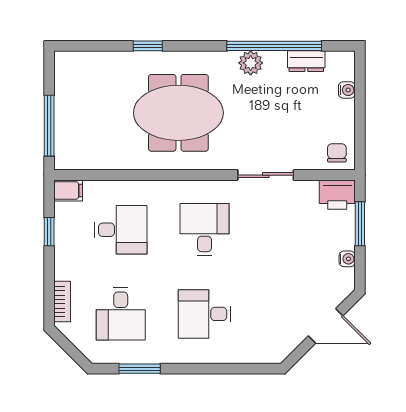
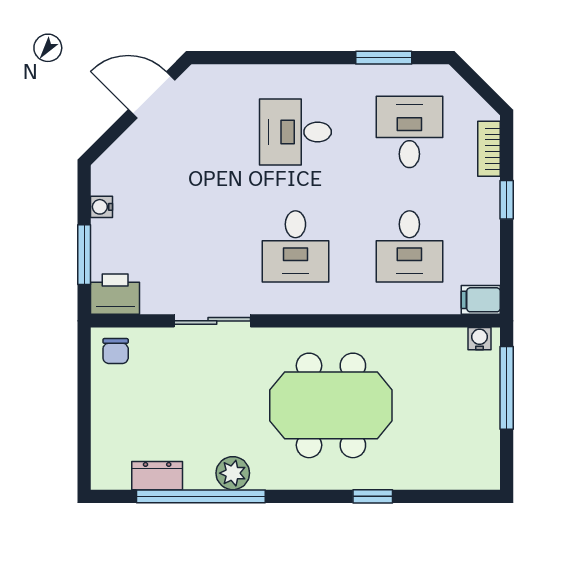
water cooler: (347, 90) -> (479, 339), moved, turned 90
desk: (121, 230) -> (409, 246), turned -90
window: (49, 232) -> (507, 200), moved
desk: (205, 314) -> (295, 132), turned 180
door: (326, 326) -> (152, 95), moved

